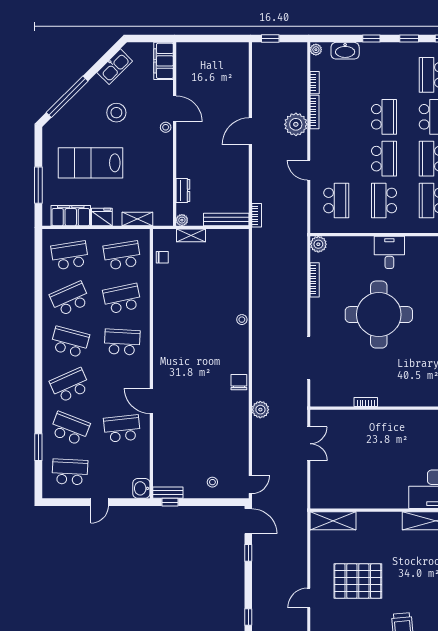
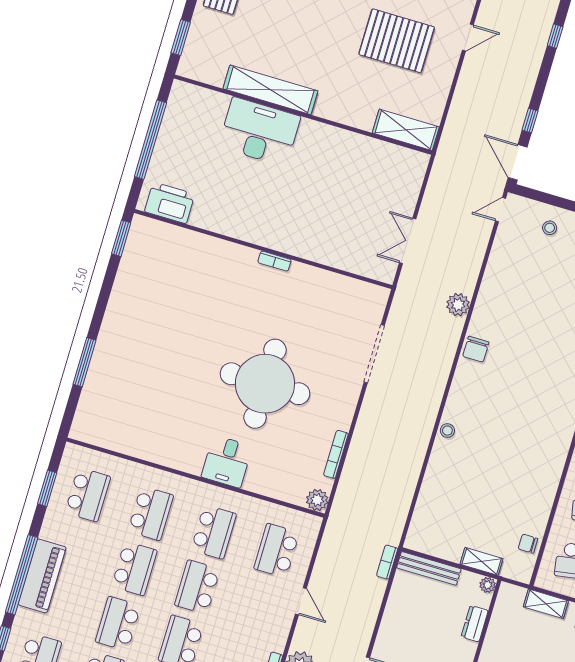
bookcase: (366, 402) -> (274, 261), moved

